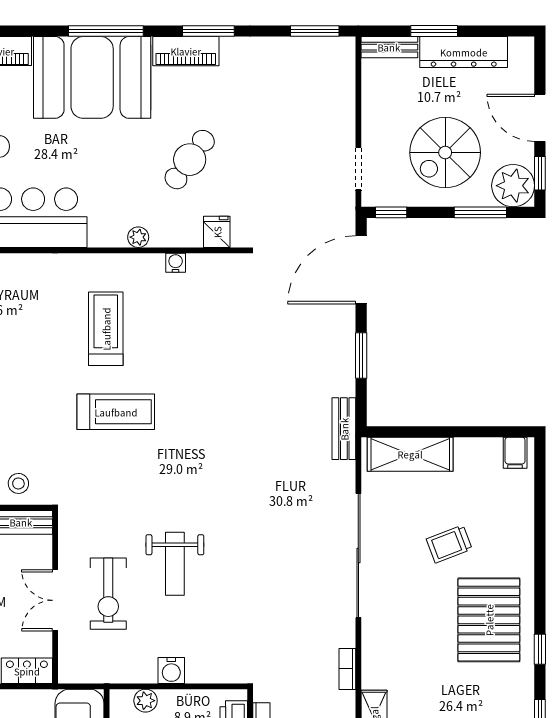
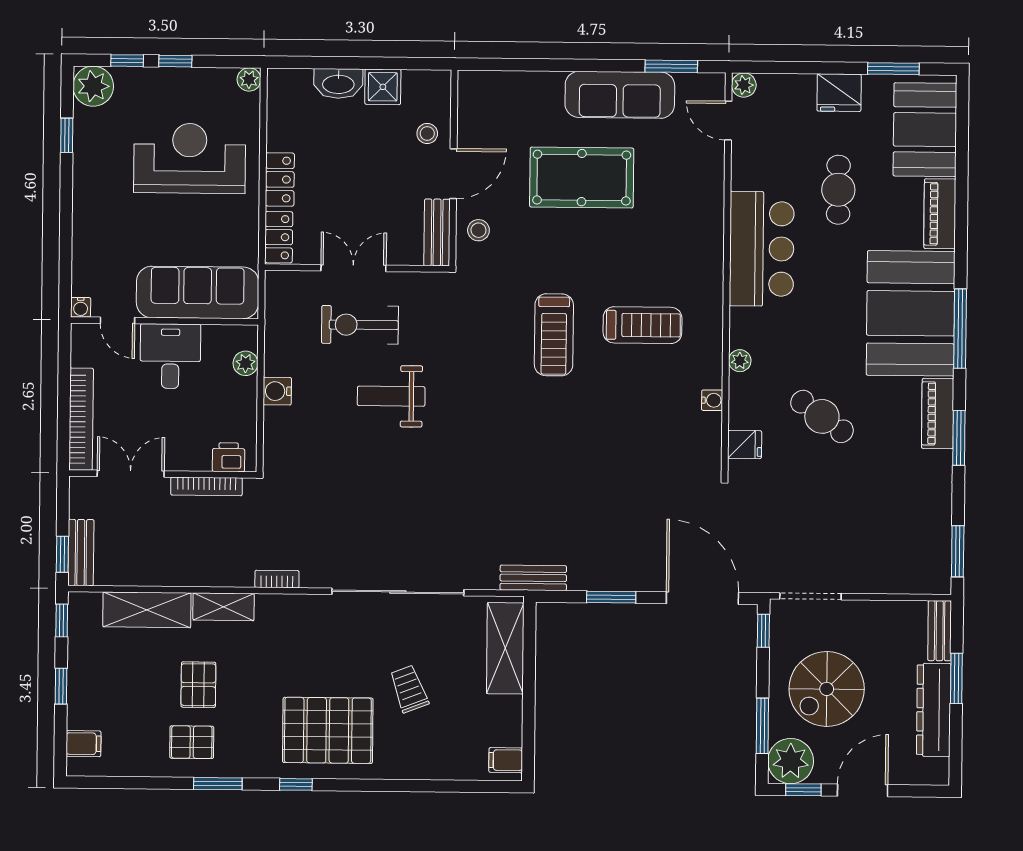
spiral stairs: (445, 153) -> (827, 689), turned -90
doorway: (358, 169) -> (810, 596), width x1.38

